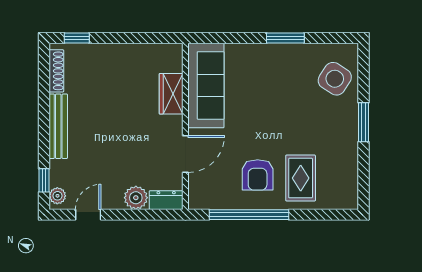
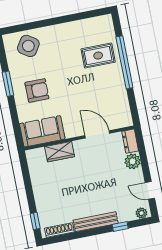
sofa: (206, 85) -> (42, 131), width x0.73
window: (364, 122) -> (53, 21), removed
armchair: (258, 175) -> (37, 90), moved
window: (44, 180) -> (120, 227), moved
window: (249, 215) -> (124, 62), moved

